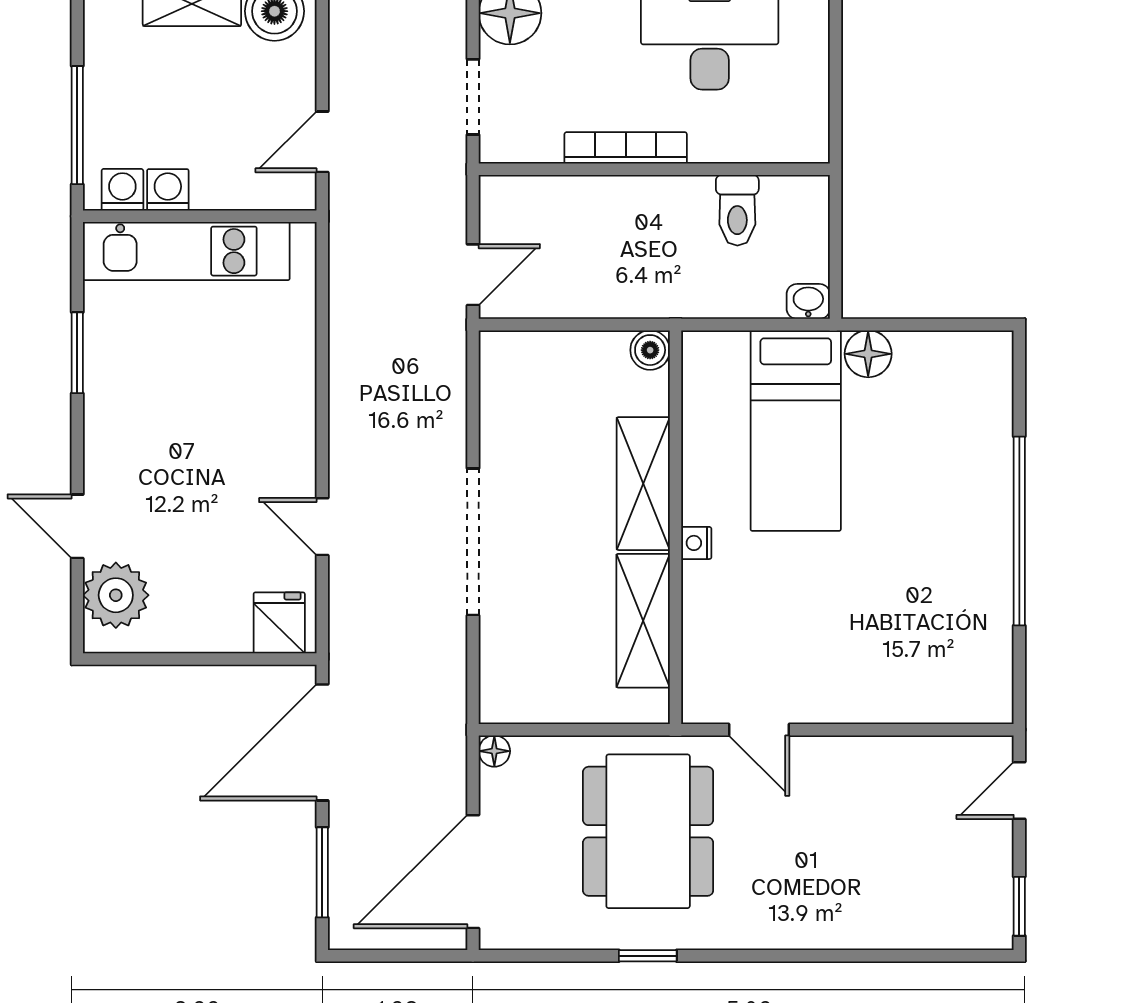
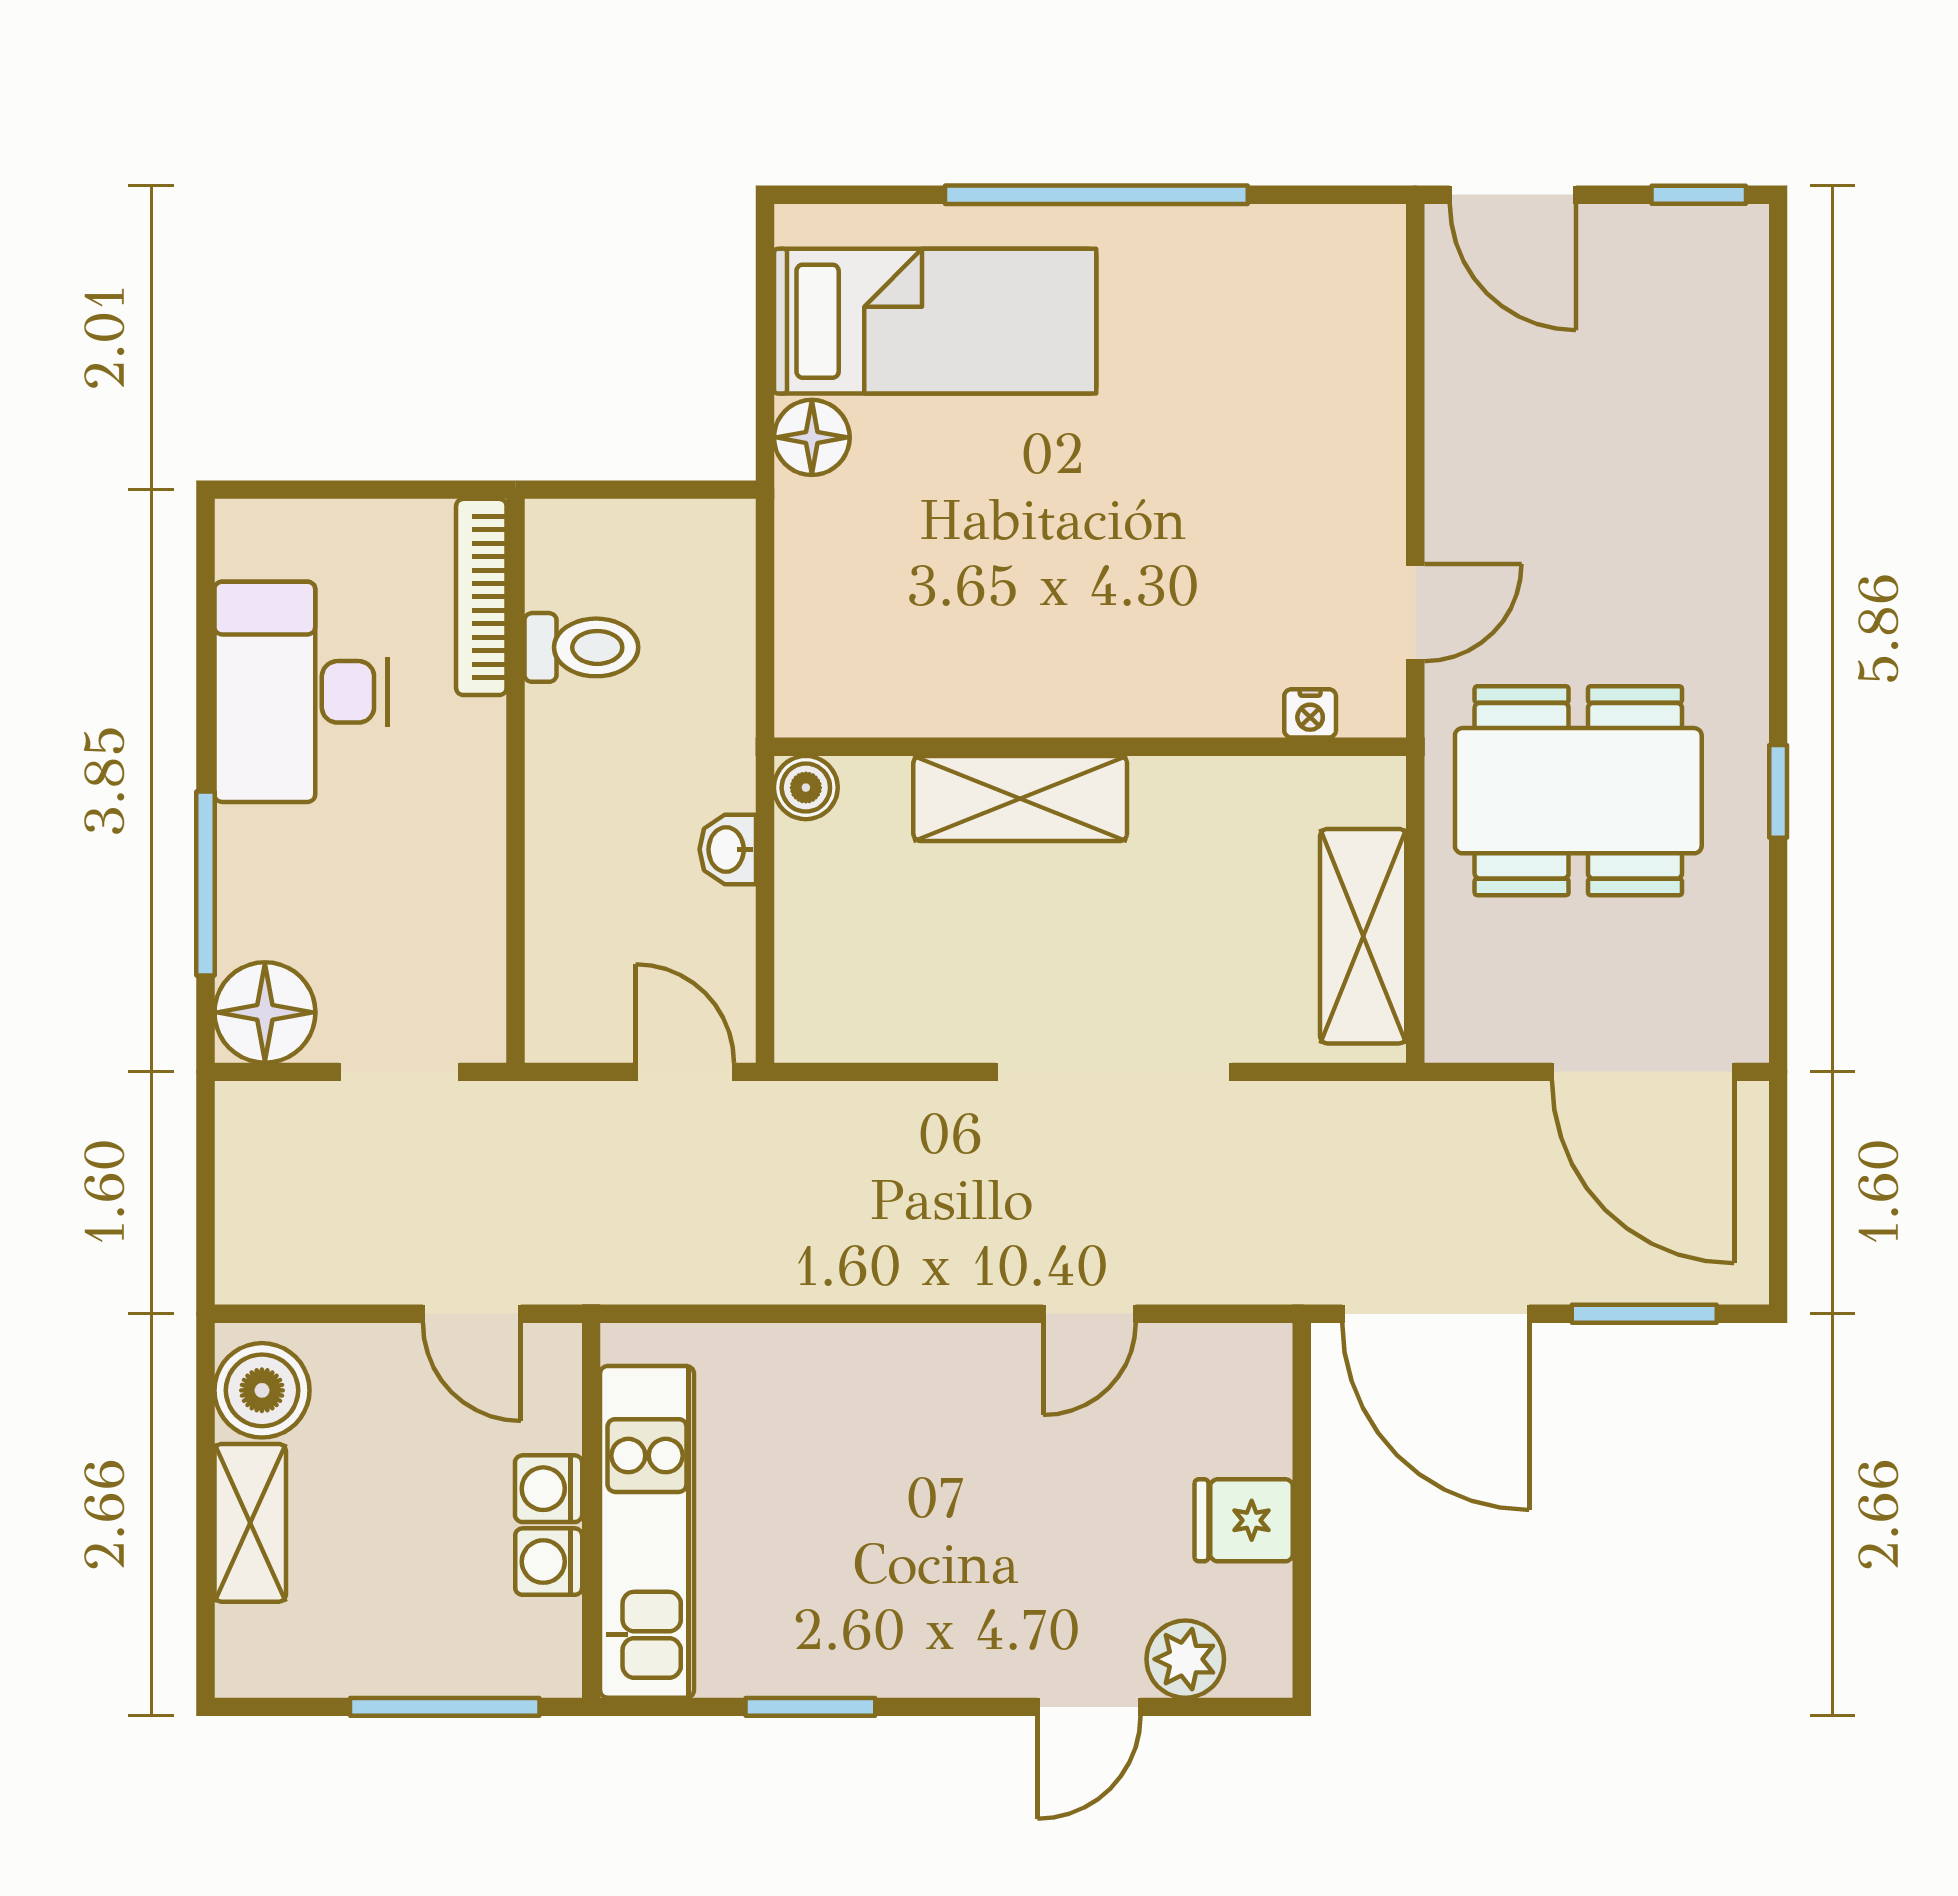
bookcase: (626, 148) -> (481, 597), moved
washing machine: (122, 190) -> (549, 1489), moved
washbasin: (808, 301) -> (728, 849), moved
bed: (796, 431) -> (935, 321), moved
nightstand: (696, 543) -> (1310, 713), moved
plant: (116, 595) -> (1185, 1659), width x0.73, depth x0.73
shelving: (643, 621) -> (1363, 936), moved, turned 90
fridge: (279, 623) -> (1244, 1520), moved
floor lamp: (494, 751) -> (1450, 1038), removed
door: (1019, 790) -> (1513, 195), width x1.38

